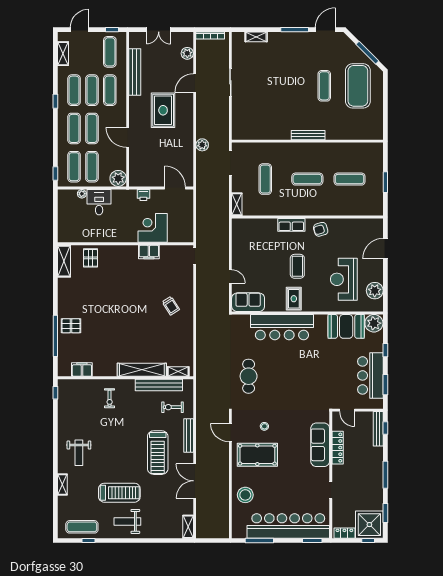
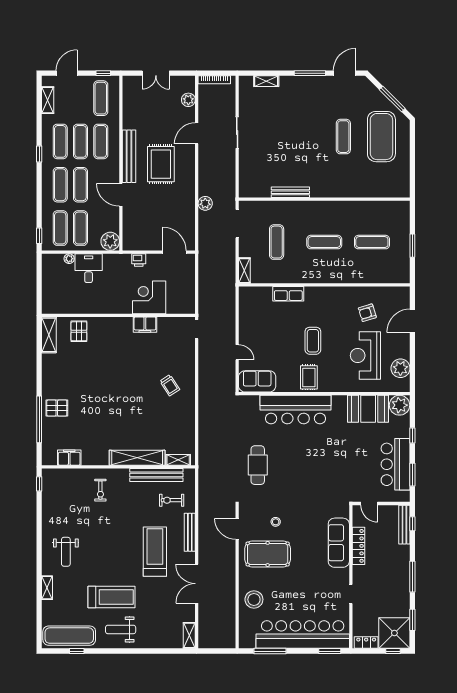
bench: (135, 72) -> (129, 156), moved
bench: (308, 135) -> (290, 192), moved
row of seats: (291, 225) -> (288, 294), moved
armchair: (321, 229) -> (367, 313), moved
treadmill: (158, 453) -> (155, 552), turned 180
exercise mat: (82, 527) -> (69, 636), width x1.36, depth x1.45

